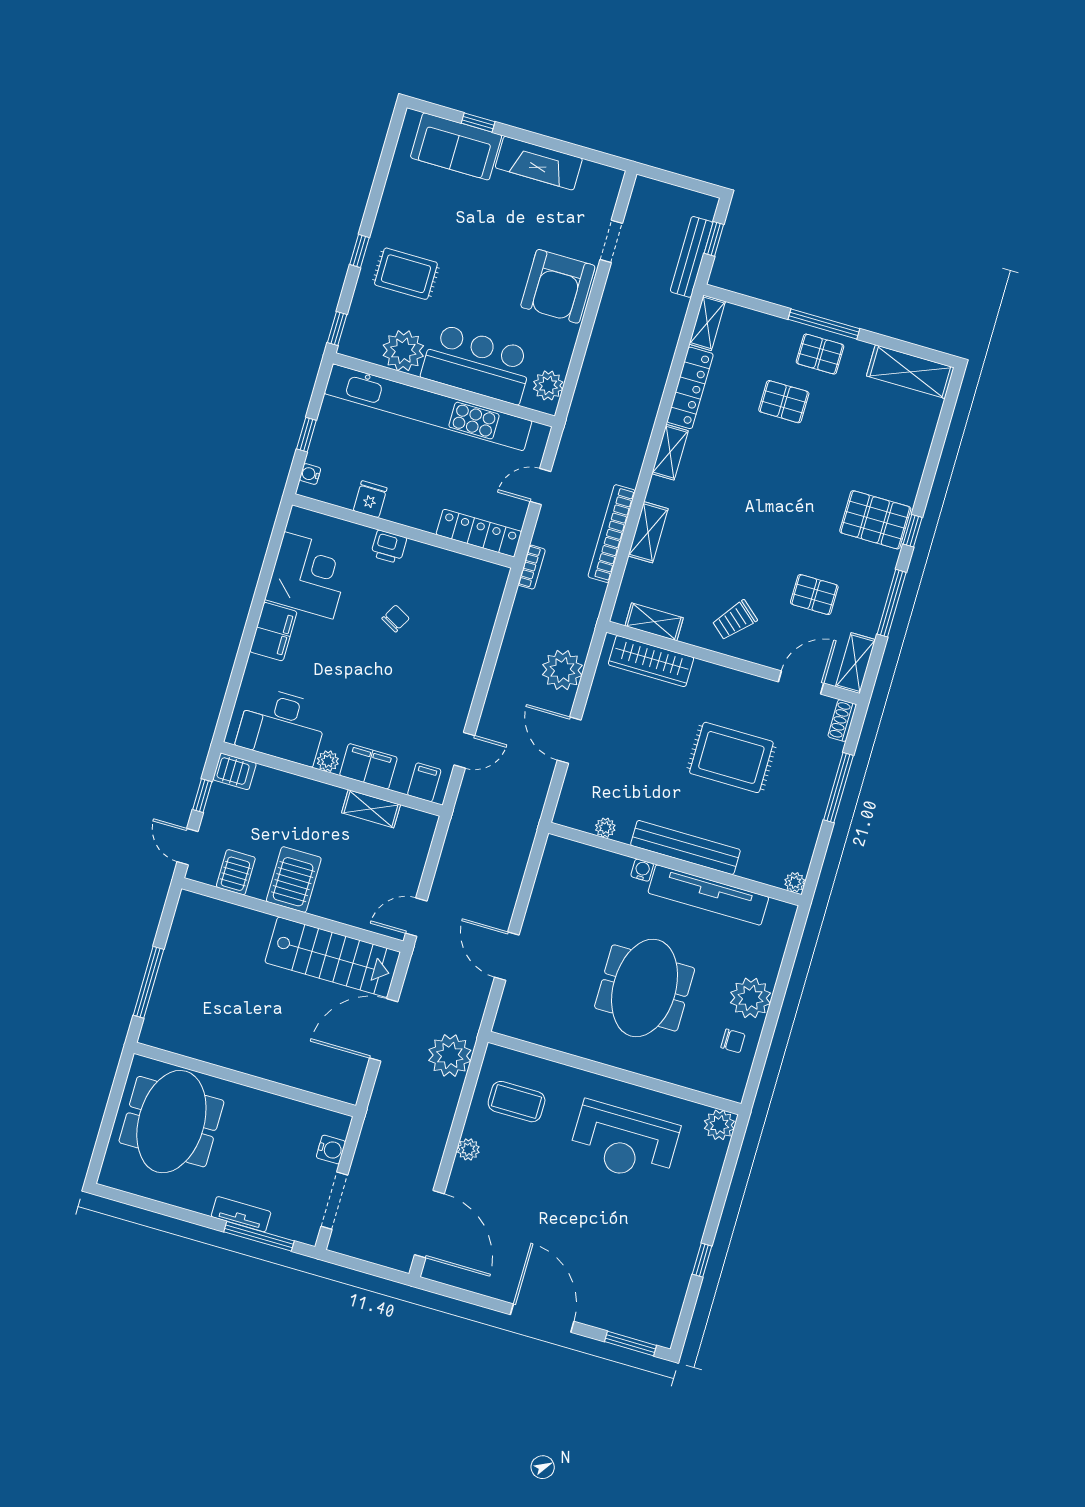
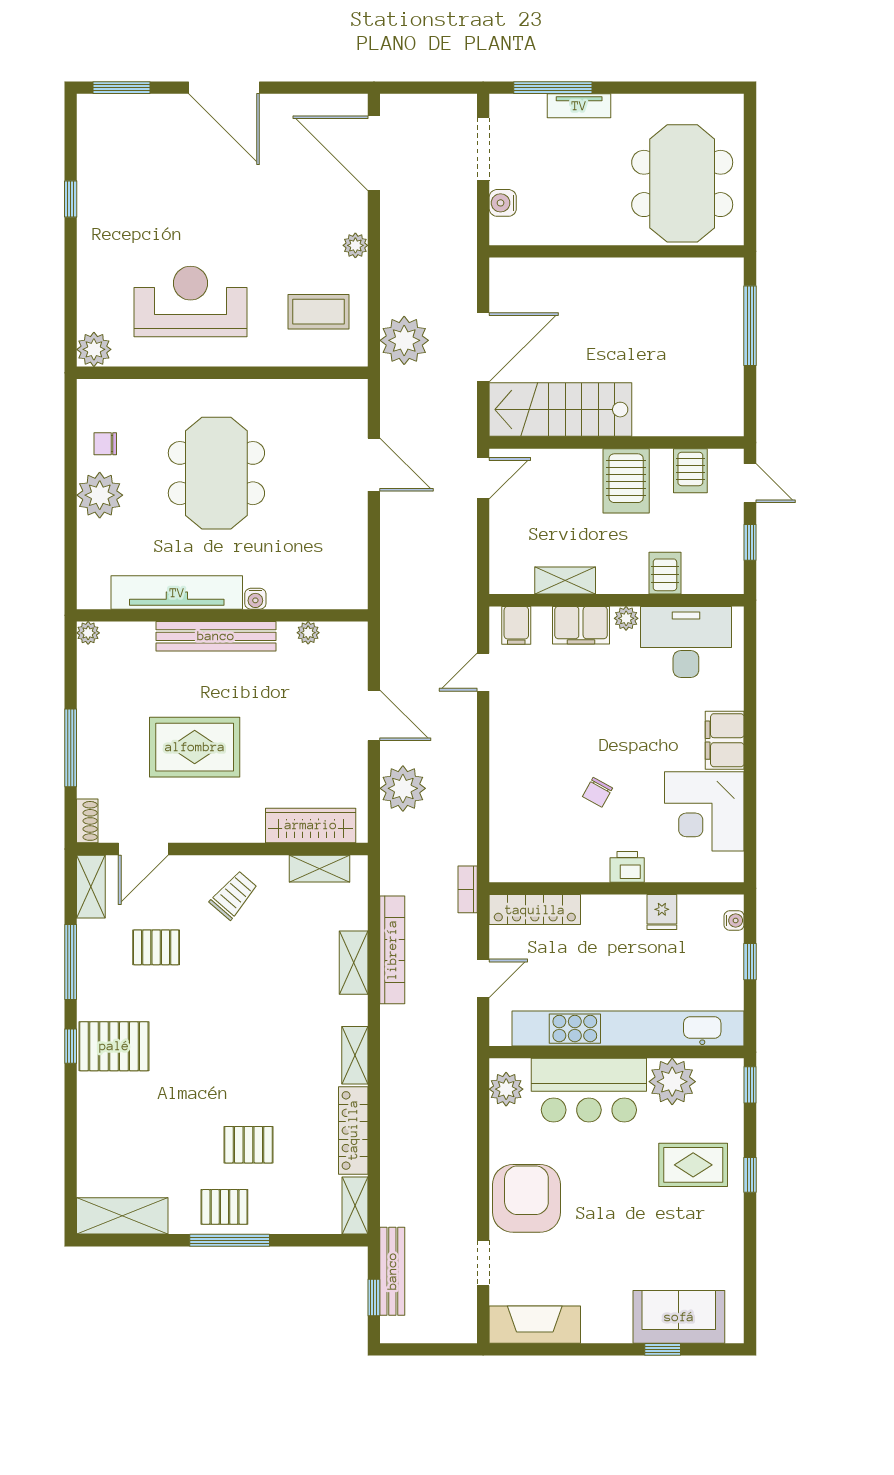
fireplace: (539, 163) -> (535, 1325), moved
server rack: (235, 771) -> (665, 573), moved, turned 90

